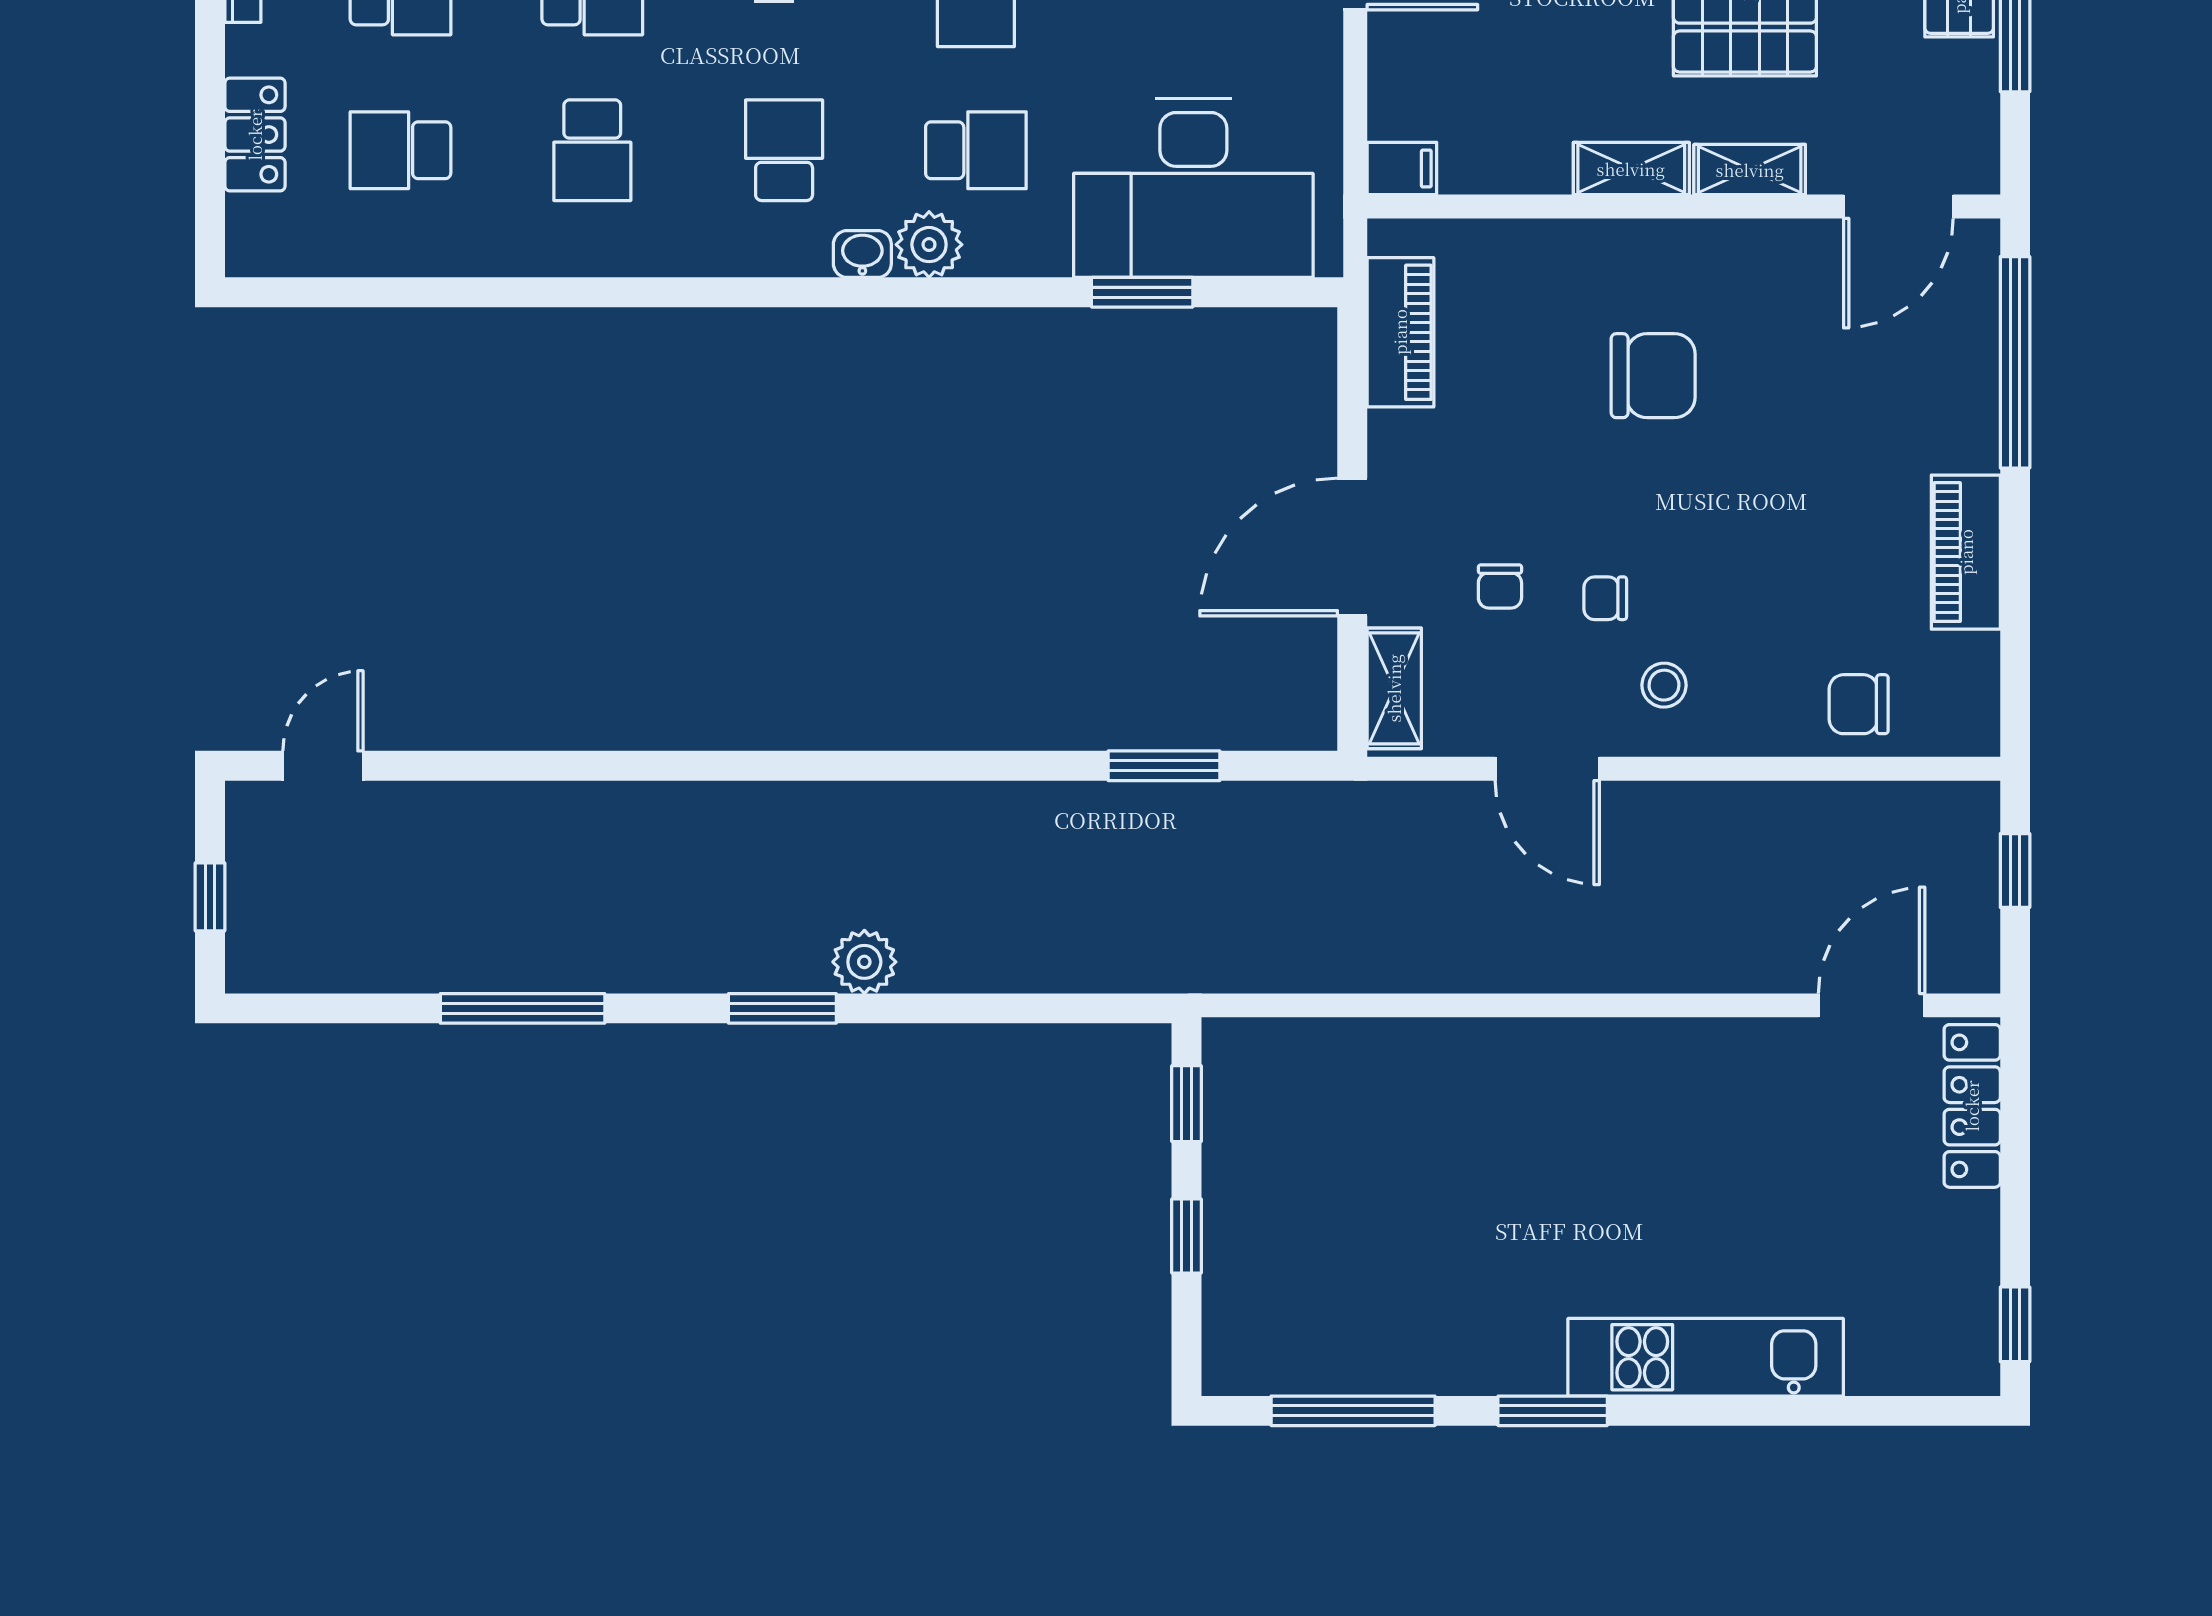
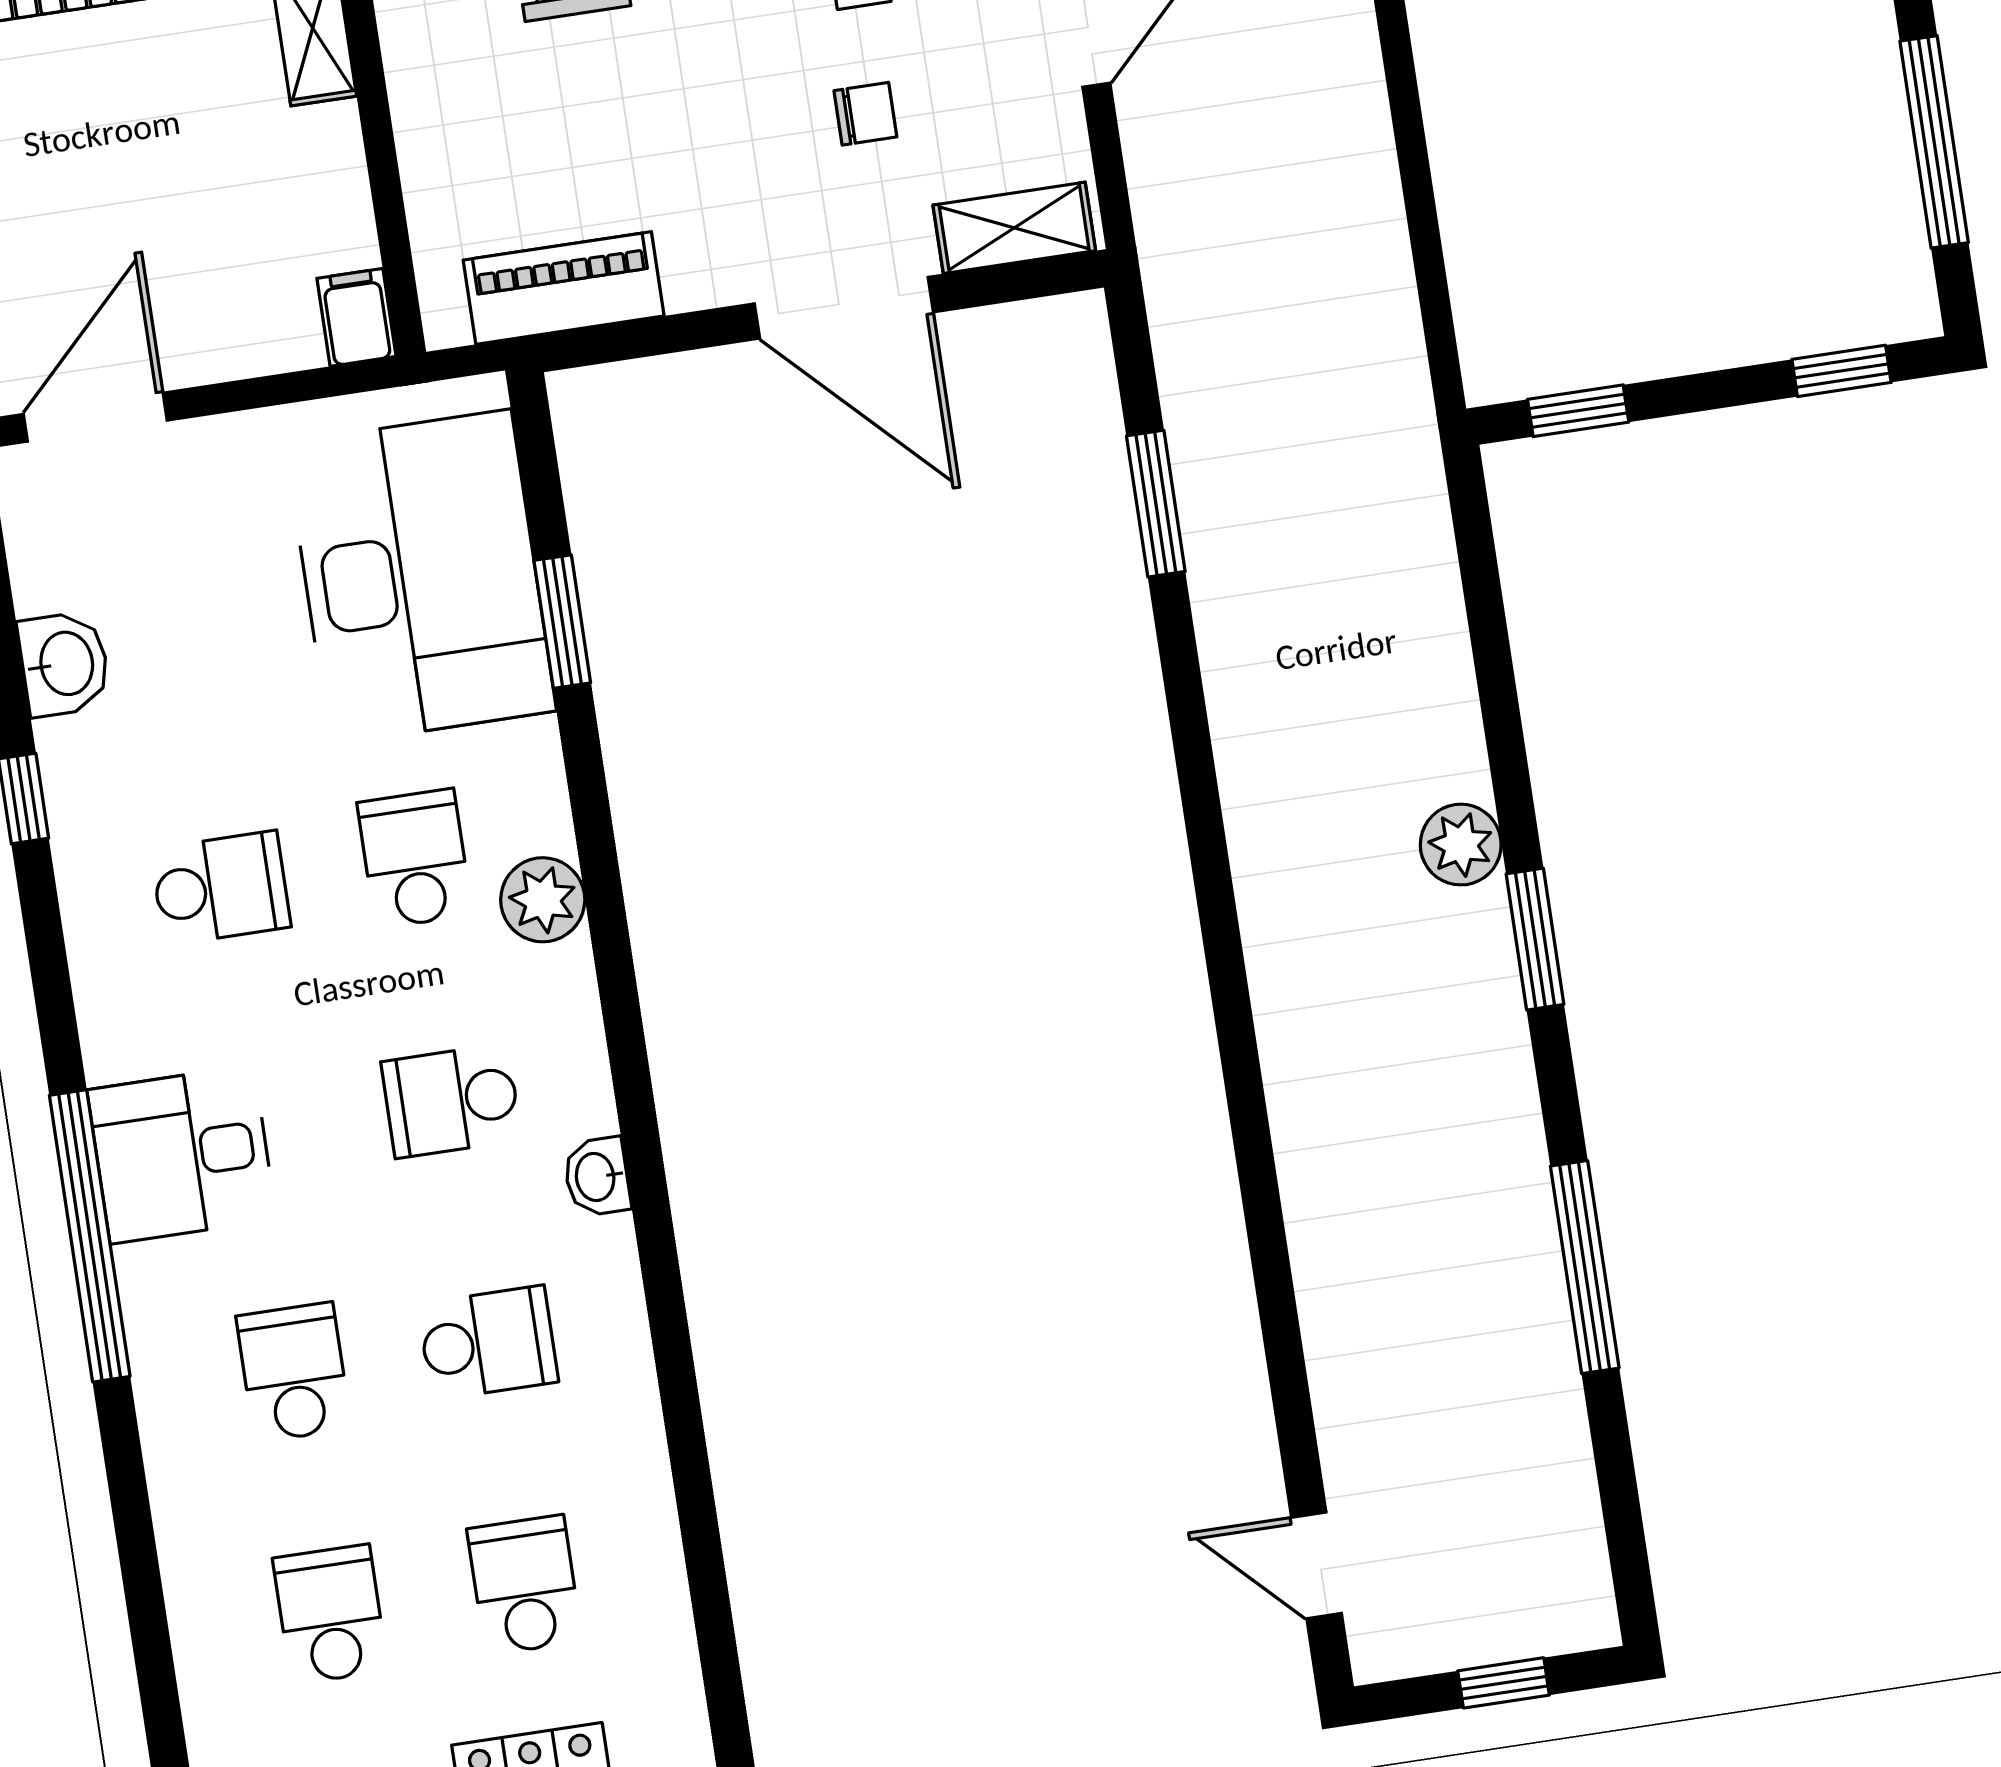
school desk: (401, 150) -> (525, 1585), turned 180
washbasin: (862, 254) -> (597, 1177), moved
window: (1187, 1236) -> (1841, 371), moved

